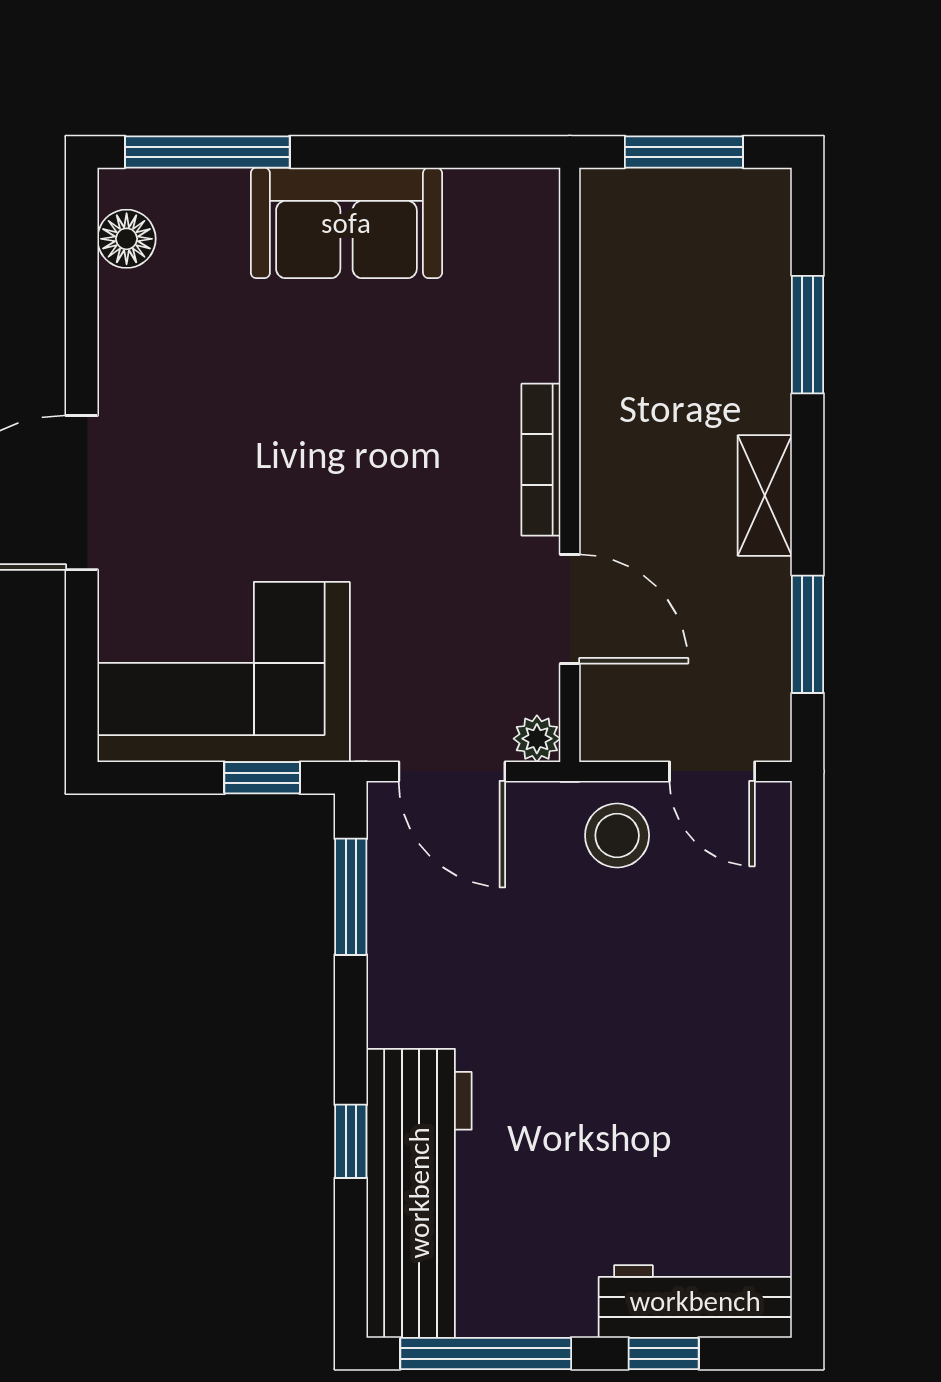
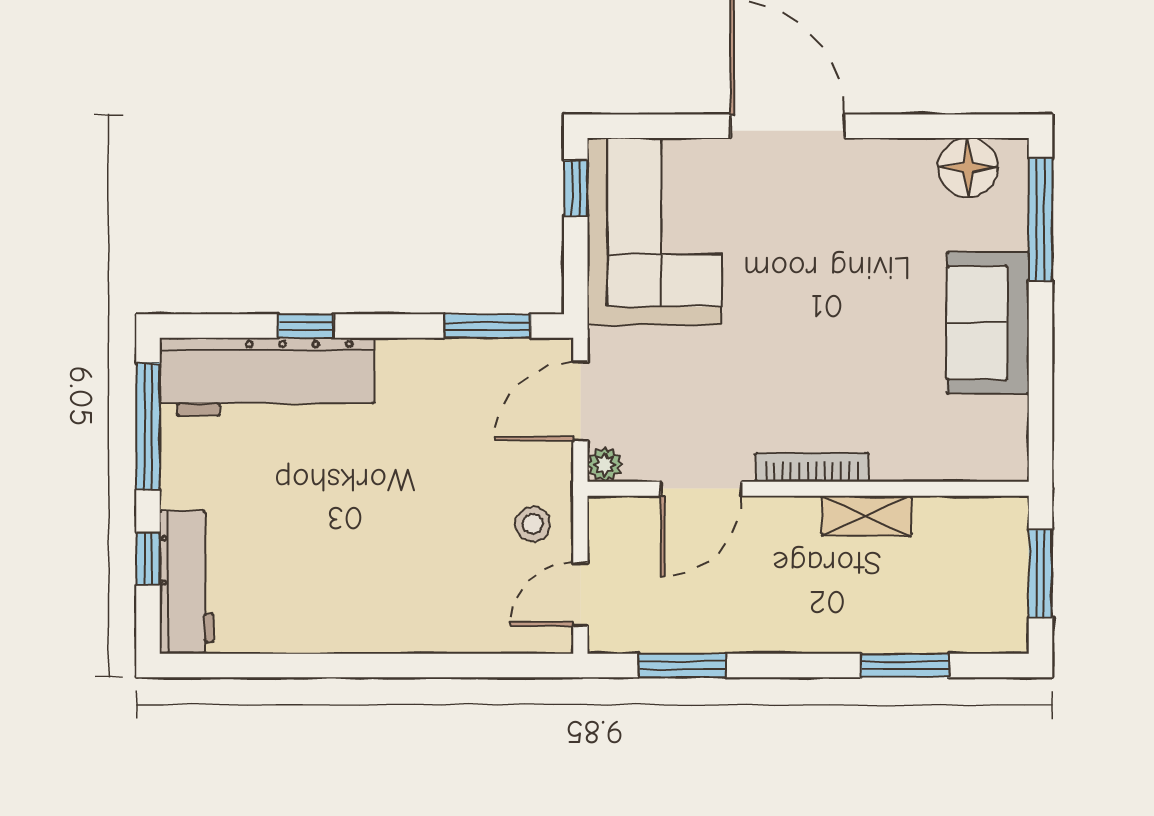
floor lamp: (127, 239) -> (968, 168), width x1.38, depth x1.38
shelving: (765, 495) -> (867, 516), moved
window: (262, 778) -> (576, 188), moved
stool: (617, 835) -> (533, 524), width x0.73, depth x0.73

